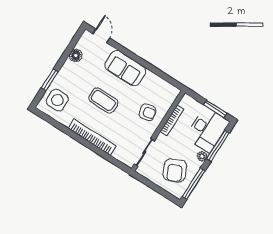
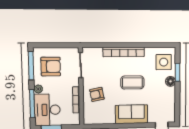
floor lamp: (76, 55) -> (170, 81), moved
armchair: (175, 170) -> (51, 67), turned 115

